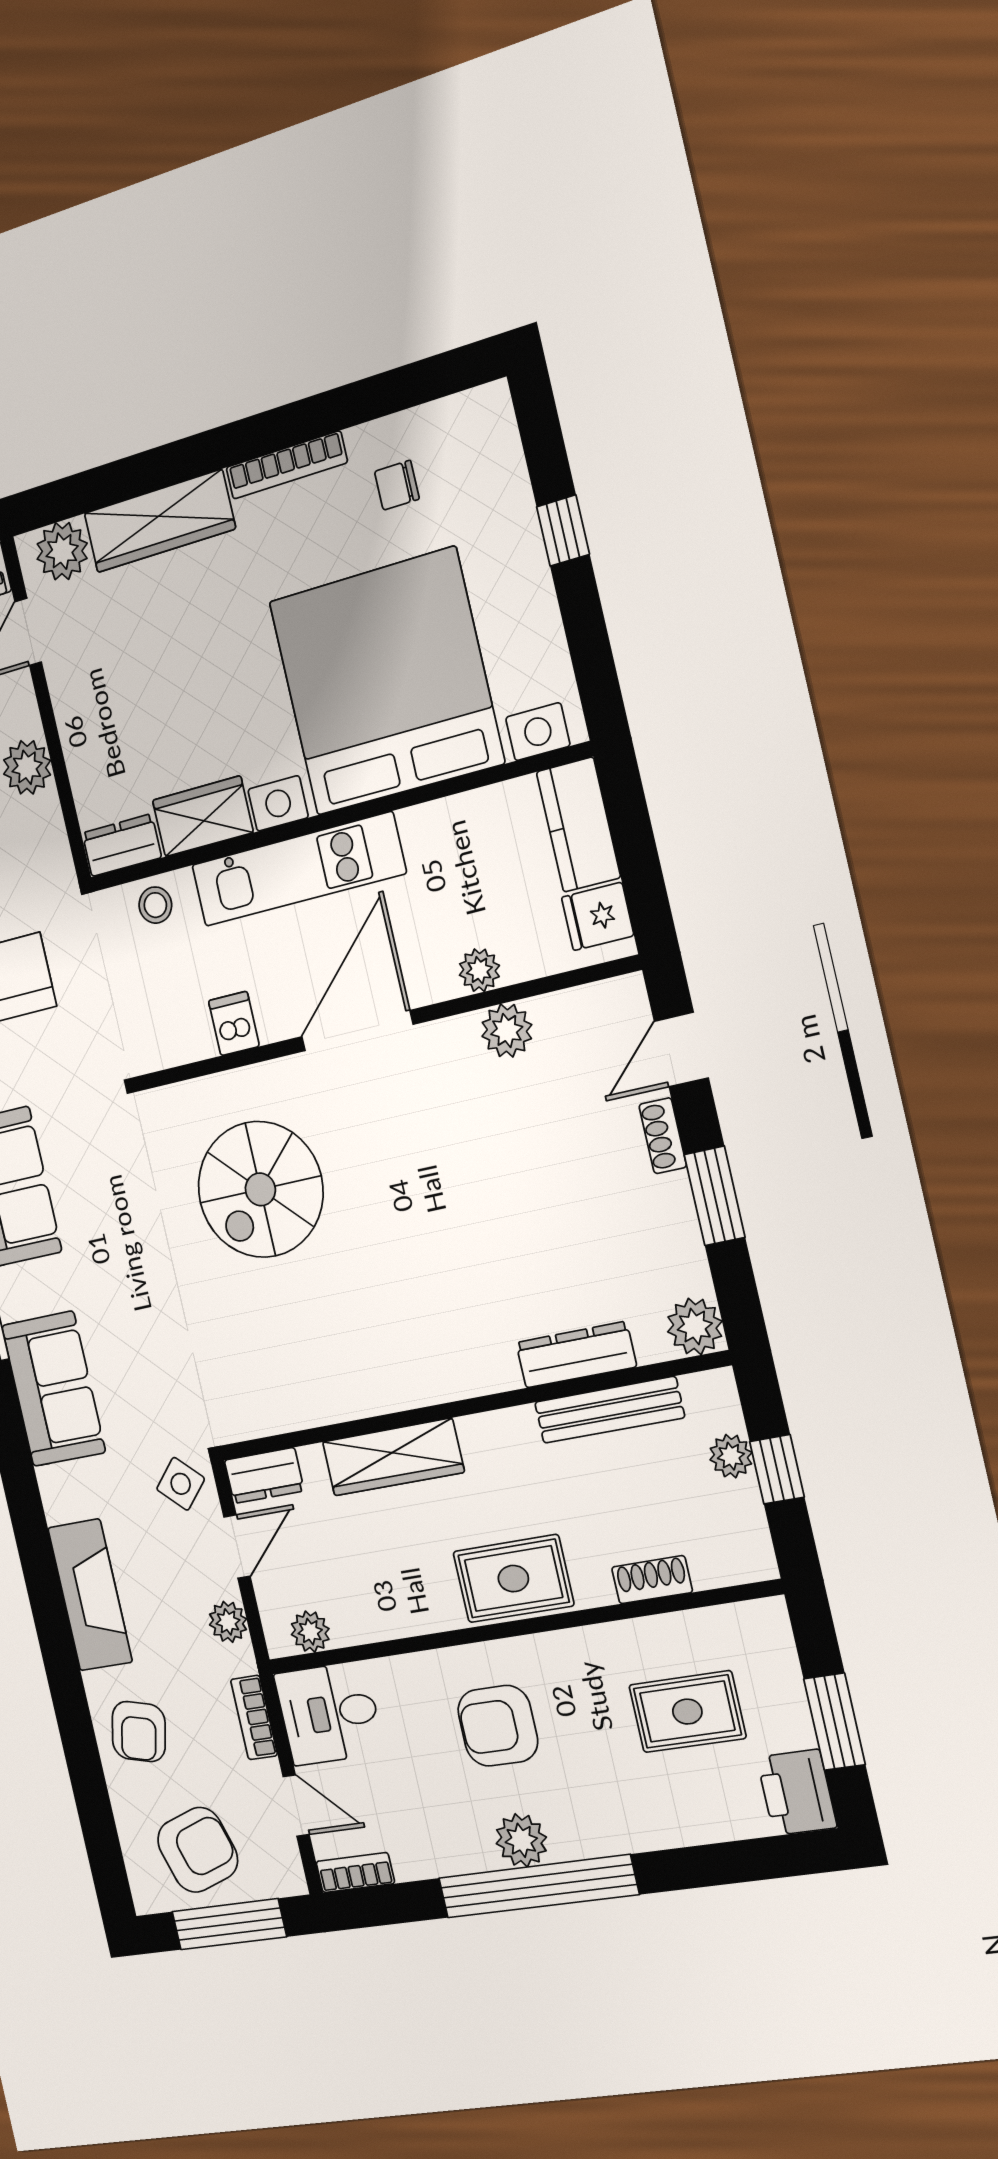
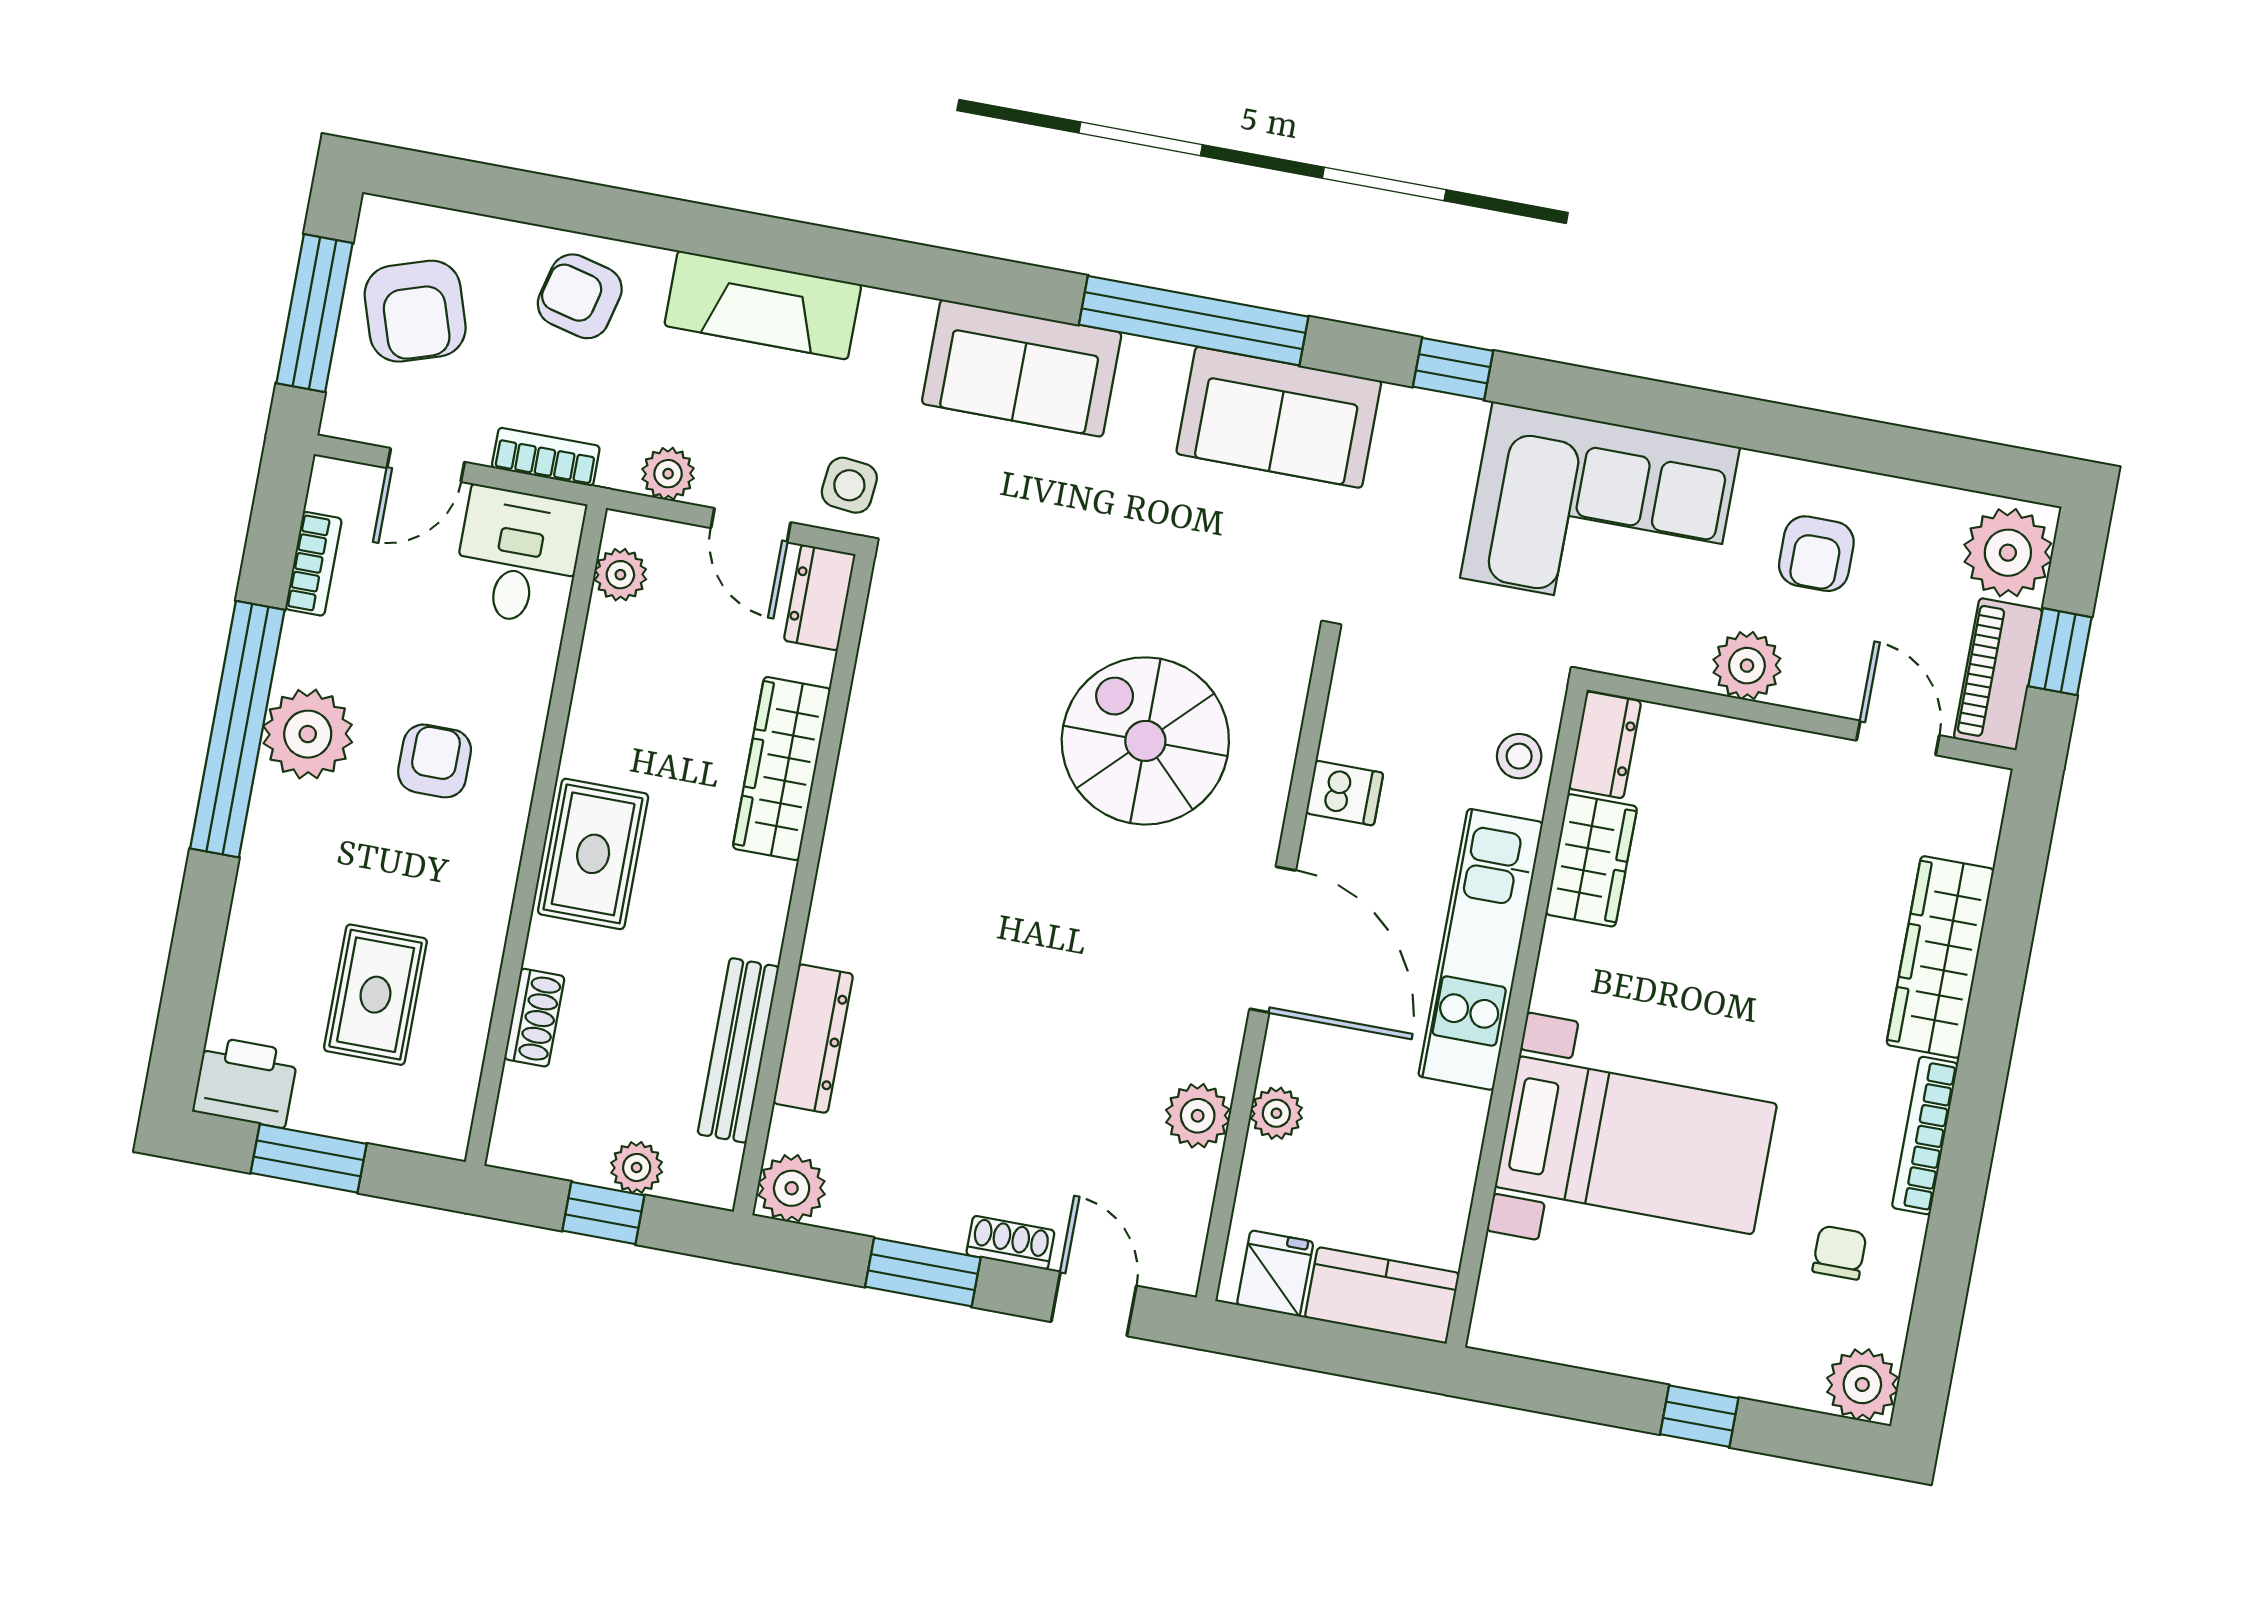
plant: (62, 551) -> (1862, 1385), moved
bed with nightstands: (386, 682) -> (1636, 1145), width x0.54
side table: (181, 1484) -> (849, 485), turned -37
armchair: (498, 1726) -> (435, 761), width x0.72, depth x0.72
plant: (521, 1840) -> (308, 734), width x1.36, depth x1.36
bookcase: (355, 1872) -> (313, 564), moved

